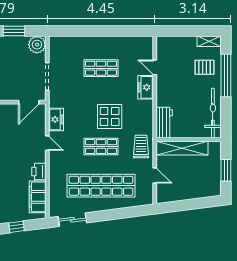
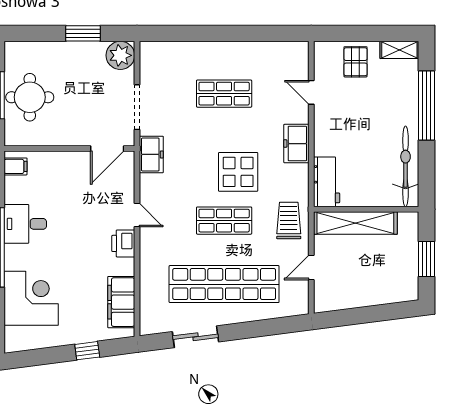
pallet: (205, 67) -> (356, 62), moved, turned 90
freezer: (146, 87) -> (296, 144), moved
freezer: (56, 119) -> (151, 154), moved
printer: (39, 172) -> (123, 243), moved
door: (155, 176) -> (311, 268), swing flipped
sliding door: (72, 220) -> (196, 337), moved

